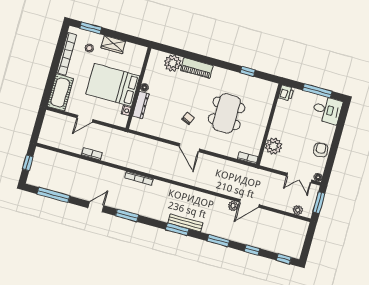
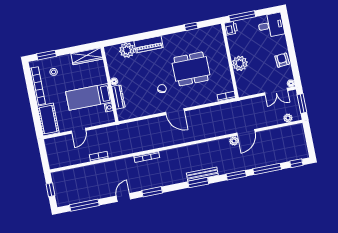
wardrobe: (113, 45) -> (87, 56), moved, width x1.50
bed: (113, 85) -> (89, 97), width x0.67
window: (317, 91) -> (242, 16), moved
dining table: (226, 113) -> (191, 69), turned 90
plant: (274, 146) -> (240, 63), moved
window: (252, 250) -> (267, 169), width x2.17

